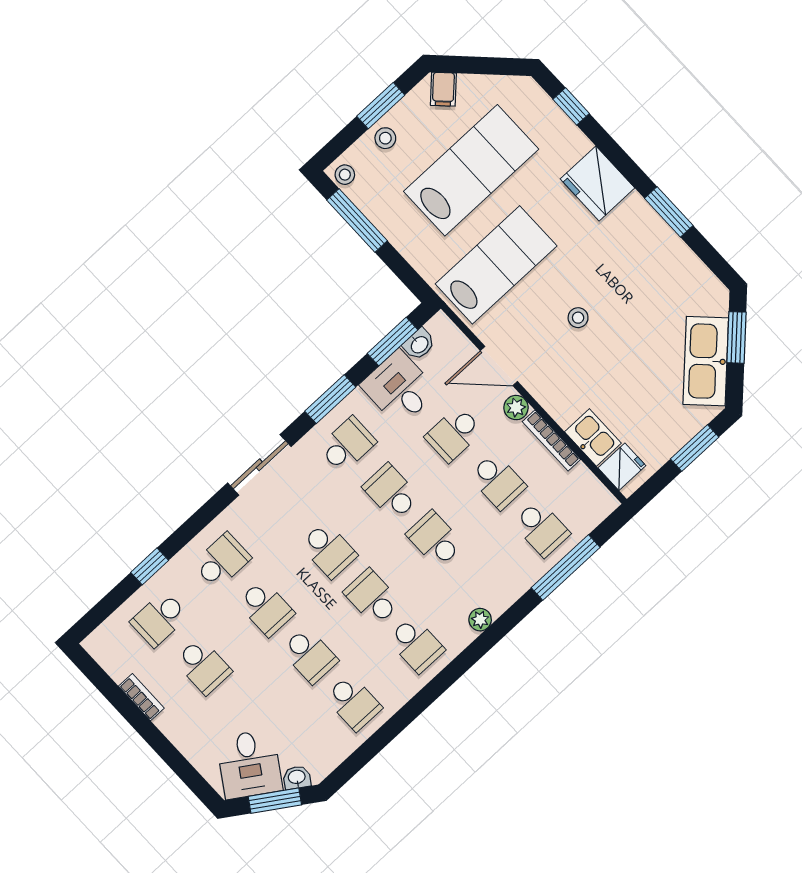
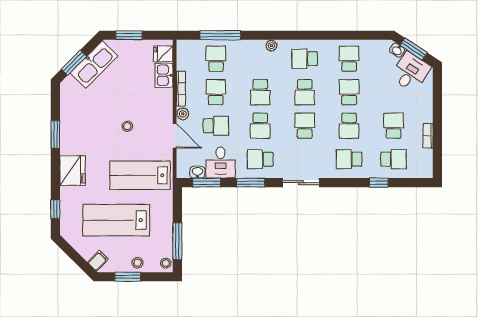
school desk: (266, 608) -> (349, 126), turned 180
school desk: (416, 645) -> (305, 59), turned -90

